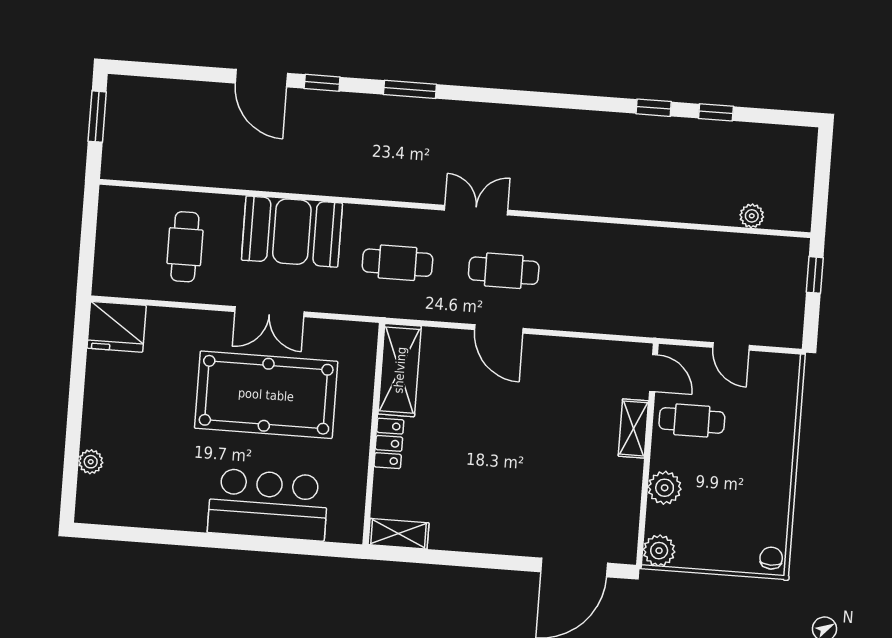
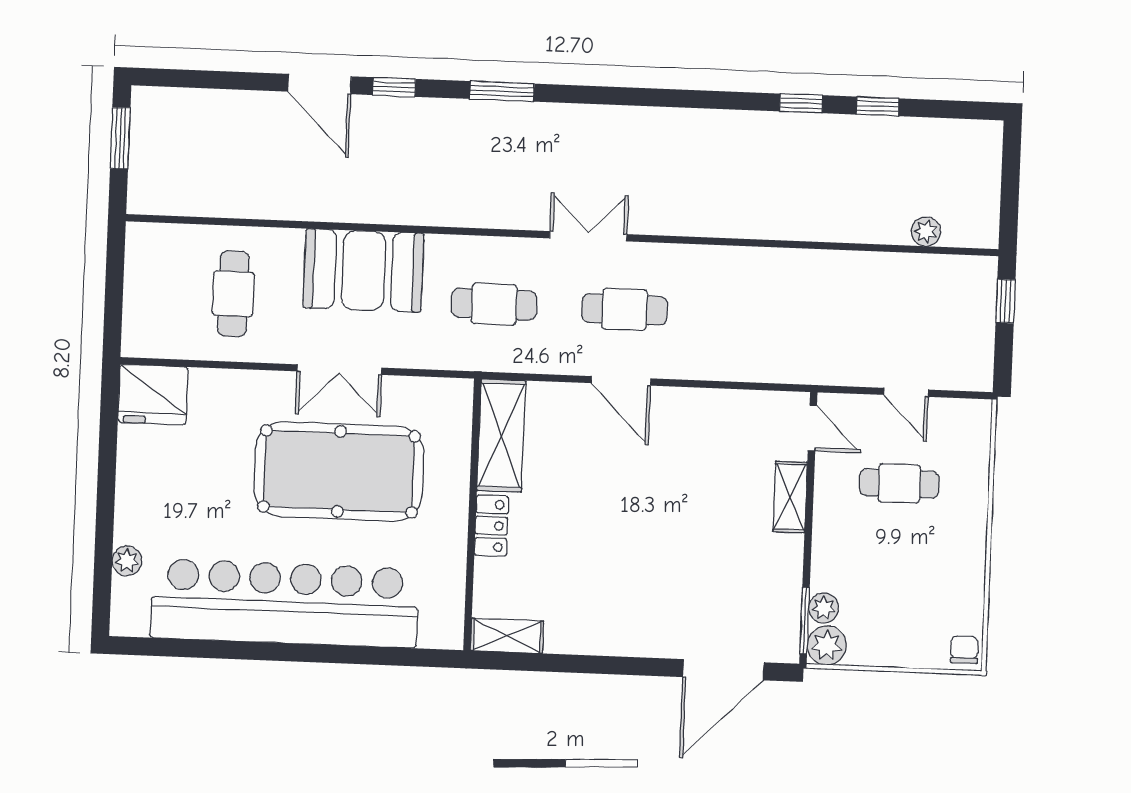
cafe table: (692, 420) -> (899, 483), moved
plant: (665, 488) -> (824, 608), moved, width x0.73, depth x0.73
bar counter: (268, 505) -> (284, 603), width x1.86
window: (642, 530) -> (805, 621), added

